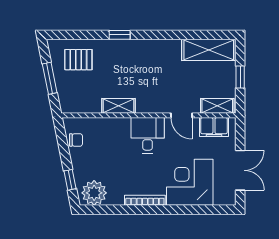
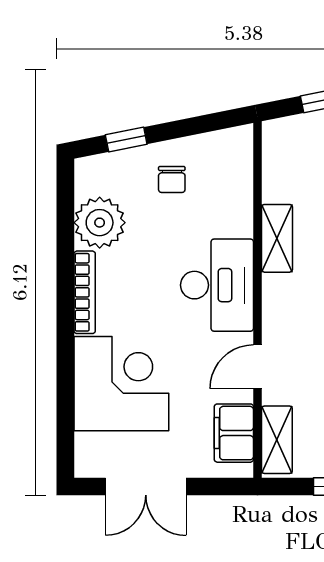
desk: (148, 135) -> (217, 285), width x1.37
chair: (76, 140) -> (172, 180), moved
plant: (94, 193) -> (100, 223), moved

